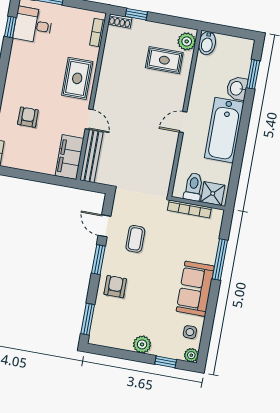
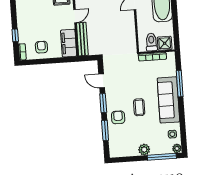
armchair: (28, 117) -> (41, 47), moved
door: (89, 119) -> (75, 16), hinge flipped
coffee table: (135, 239) -> (139, 107), moved
sofa: (195, 289) -> (168, 100), width x1.36
window: (88, 319) -> (105, 130), moved
window: (166, 362) -> (162, 157), width x2.17

